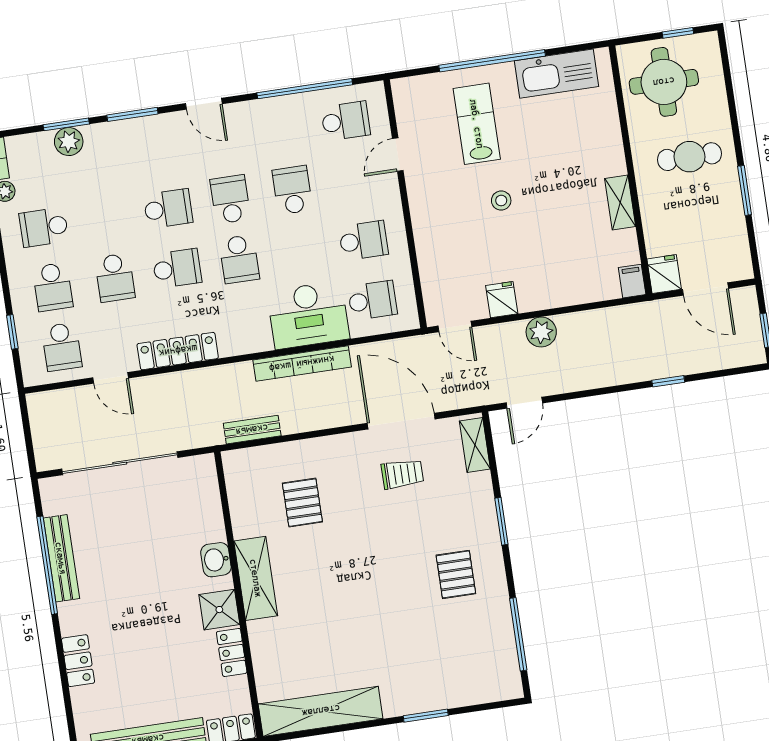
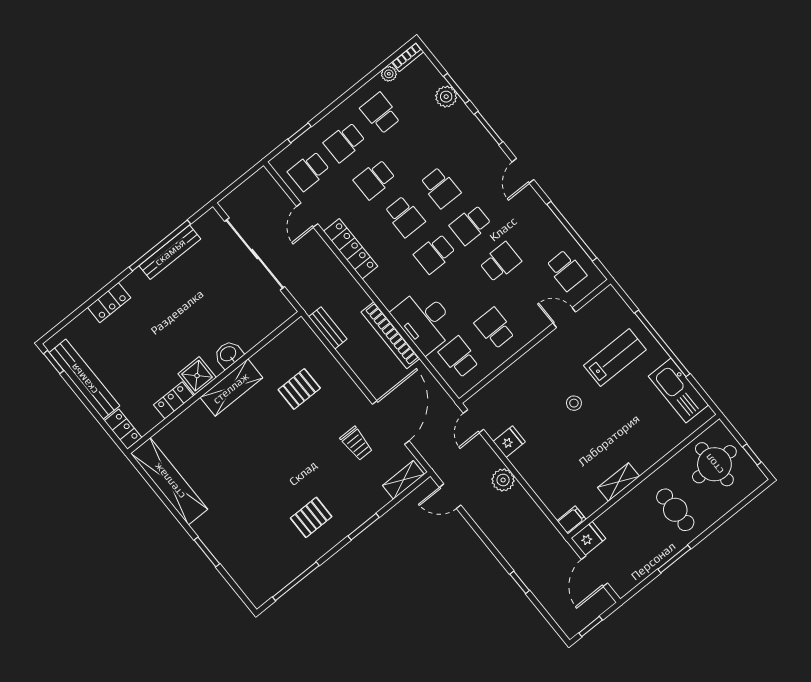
school desk: (230, 199) -> (470, 225), turned 180
school desk: (363, 241) -> (495, 328), turned 180
school desk: (372, 300) -> (459, 357), turned 180

